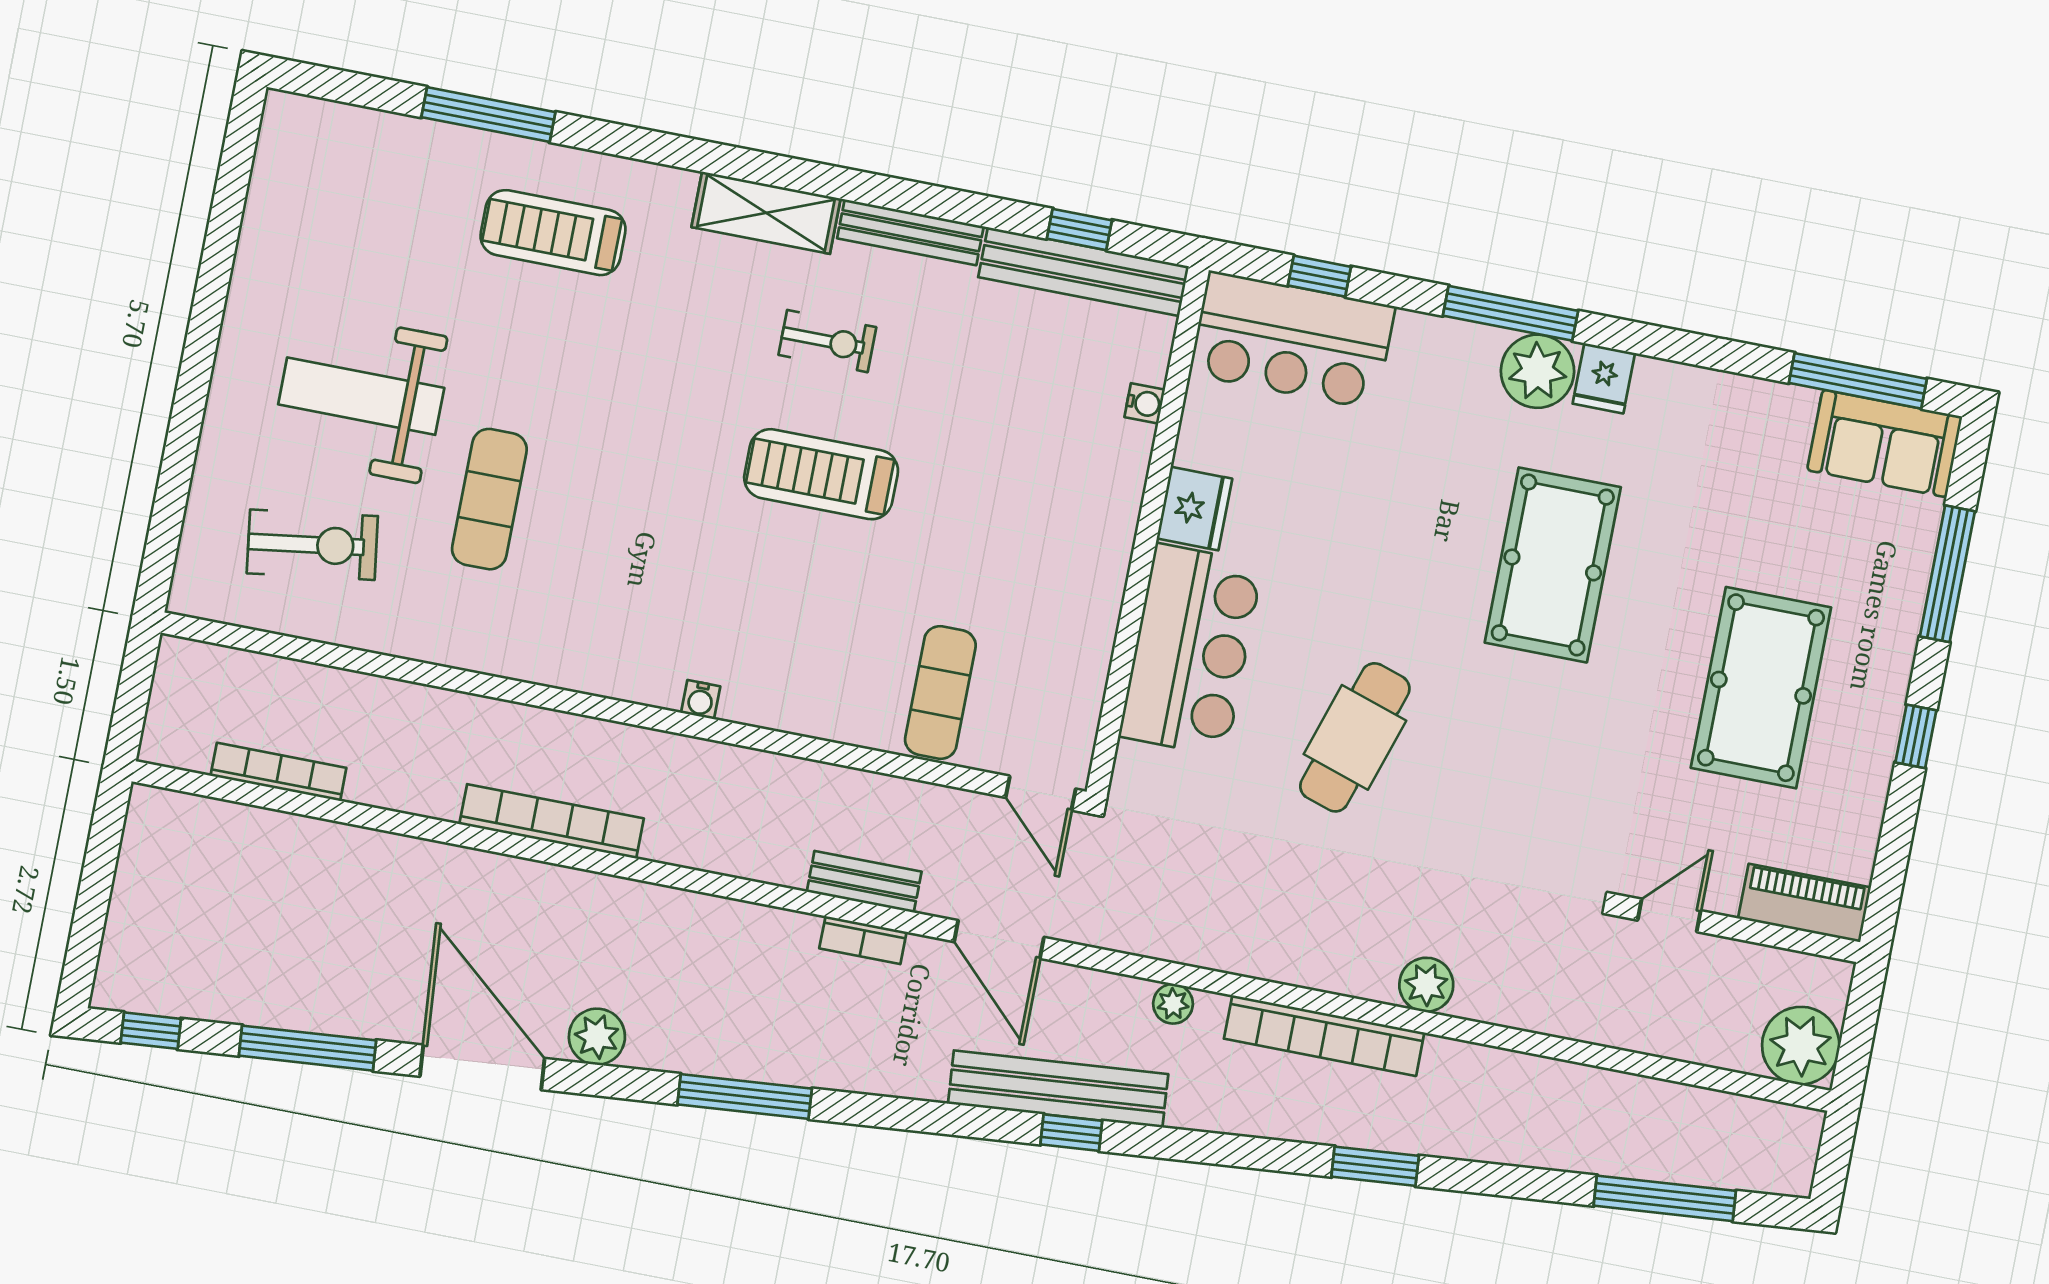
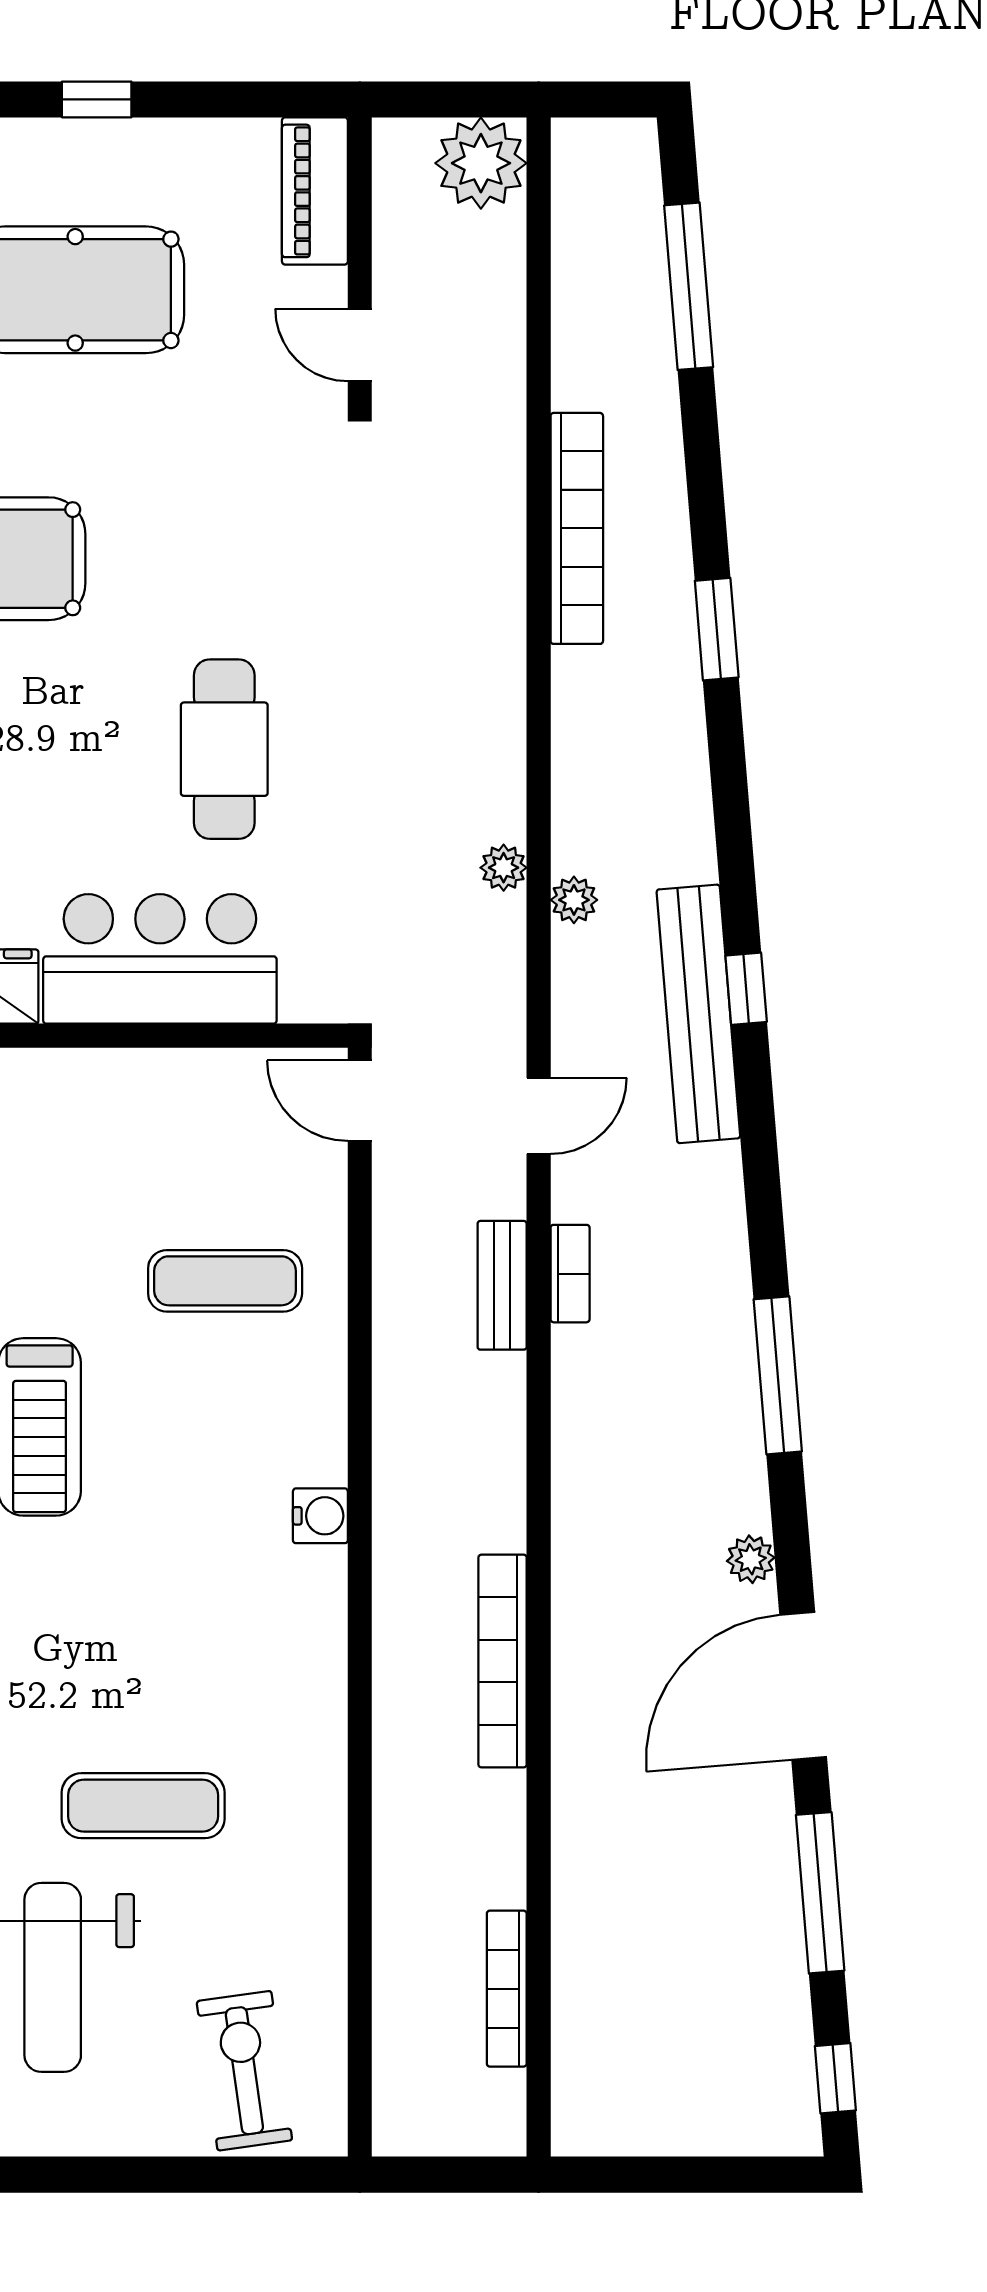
exercise bike: (312, 545) -> (244, 2071), moved
exercise mat: (940, 693) -> (225, 1281), moved
water cooler: (701, 700) -> (320, 1516), width x1.38, depth x1.38
cafe table: (1355, 737) -> (224, 749), turned 72
door: (1041, 793) -> (360, 1101), swing flipped
door: (999, 939) -> (539, 1116), width x0.73
plant: (1426, 985) -> (504, 868), moved, width x0.73, depth x0.73
bookcase: (1324, 1036) -> (577, 528), moved
plant: (597, 1037) -> (751, 1559), width x0.73, depth x0.73

